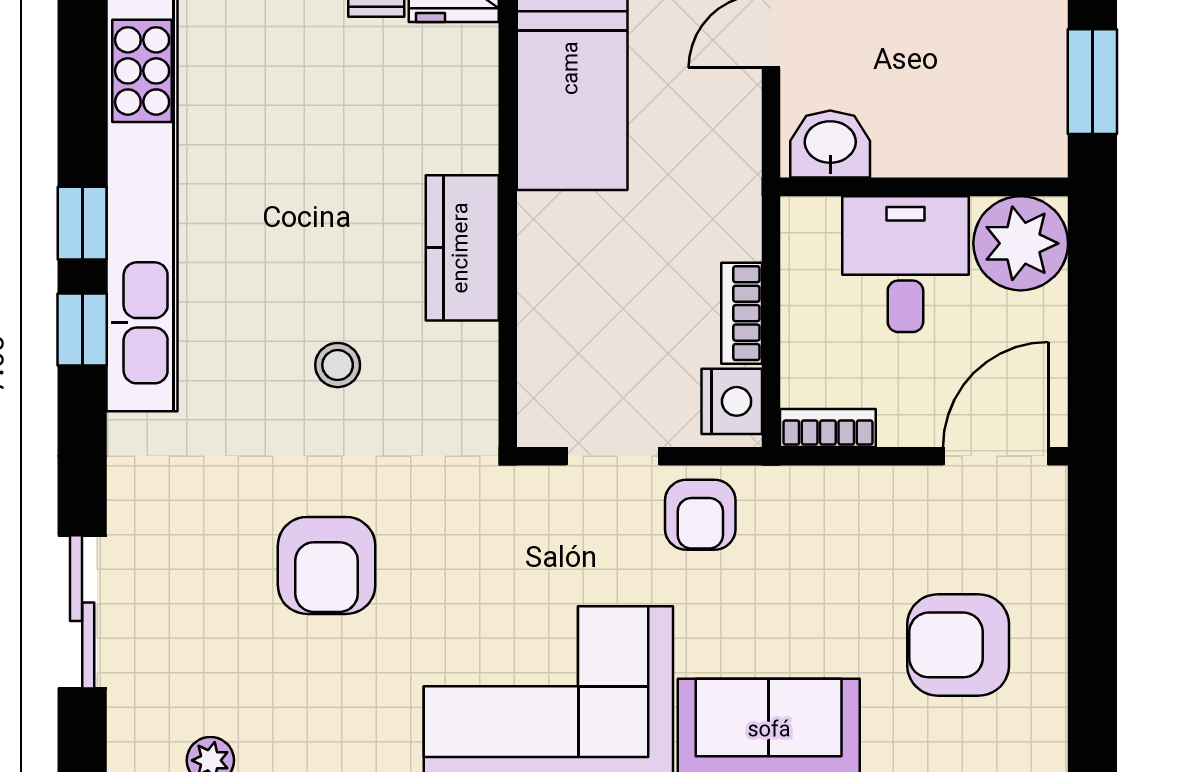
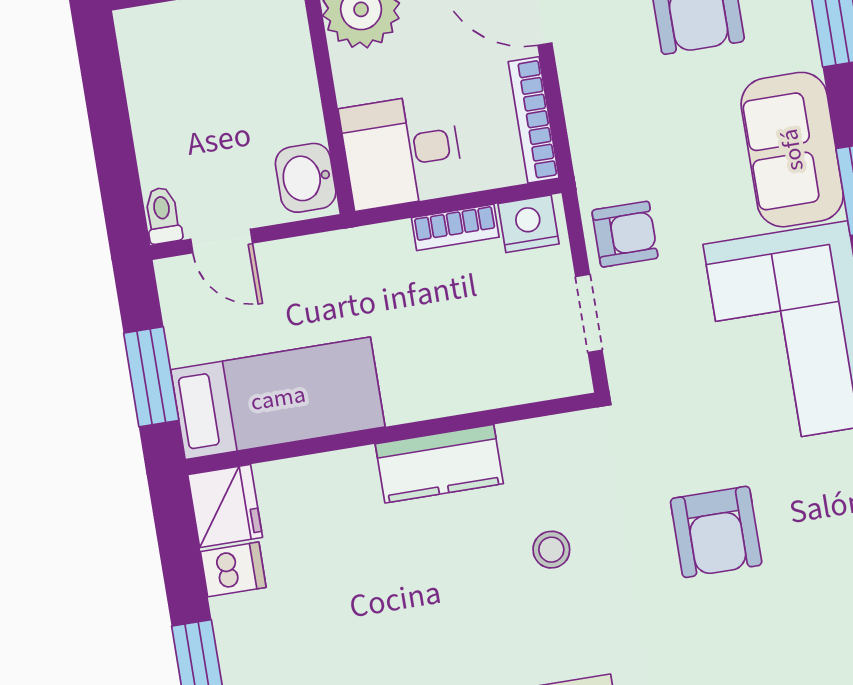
desk: (905, 264) -> (402, 151), moved
bookcase: (828, 428) -> (534, 120), width x1.56
armchair: (327, 565) -> (716, 532), turned 90

